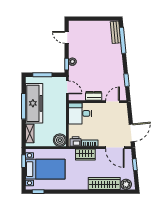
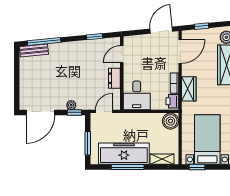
door: (67, 37) -> (40, 112), width x1.87
door: (113, 102) -> (122, 54), hinge flipped
door: (132, 133) -> (161, 30), hinge flipped

